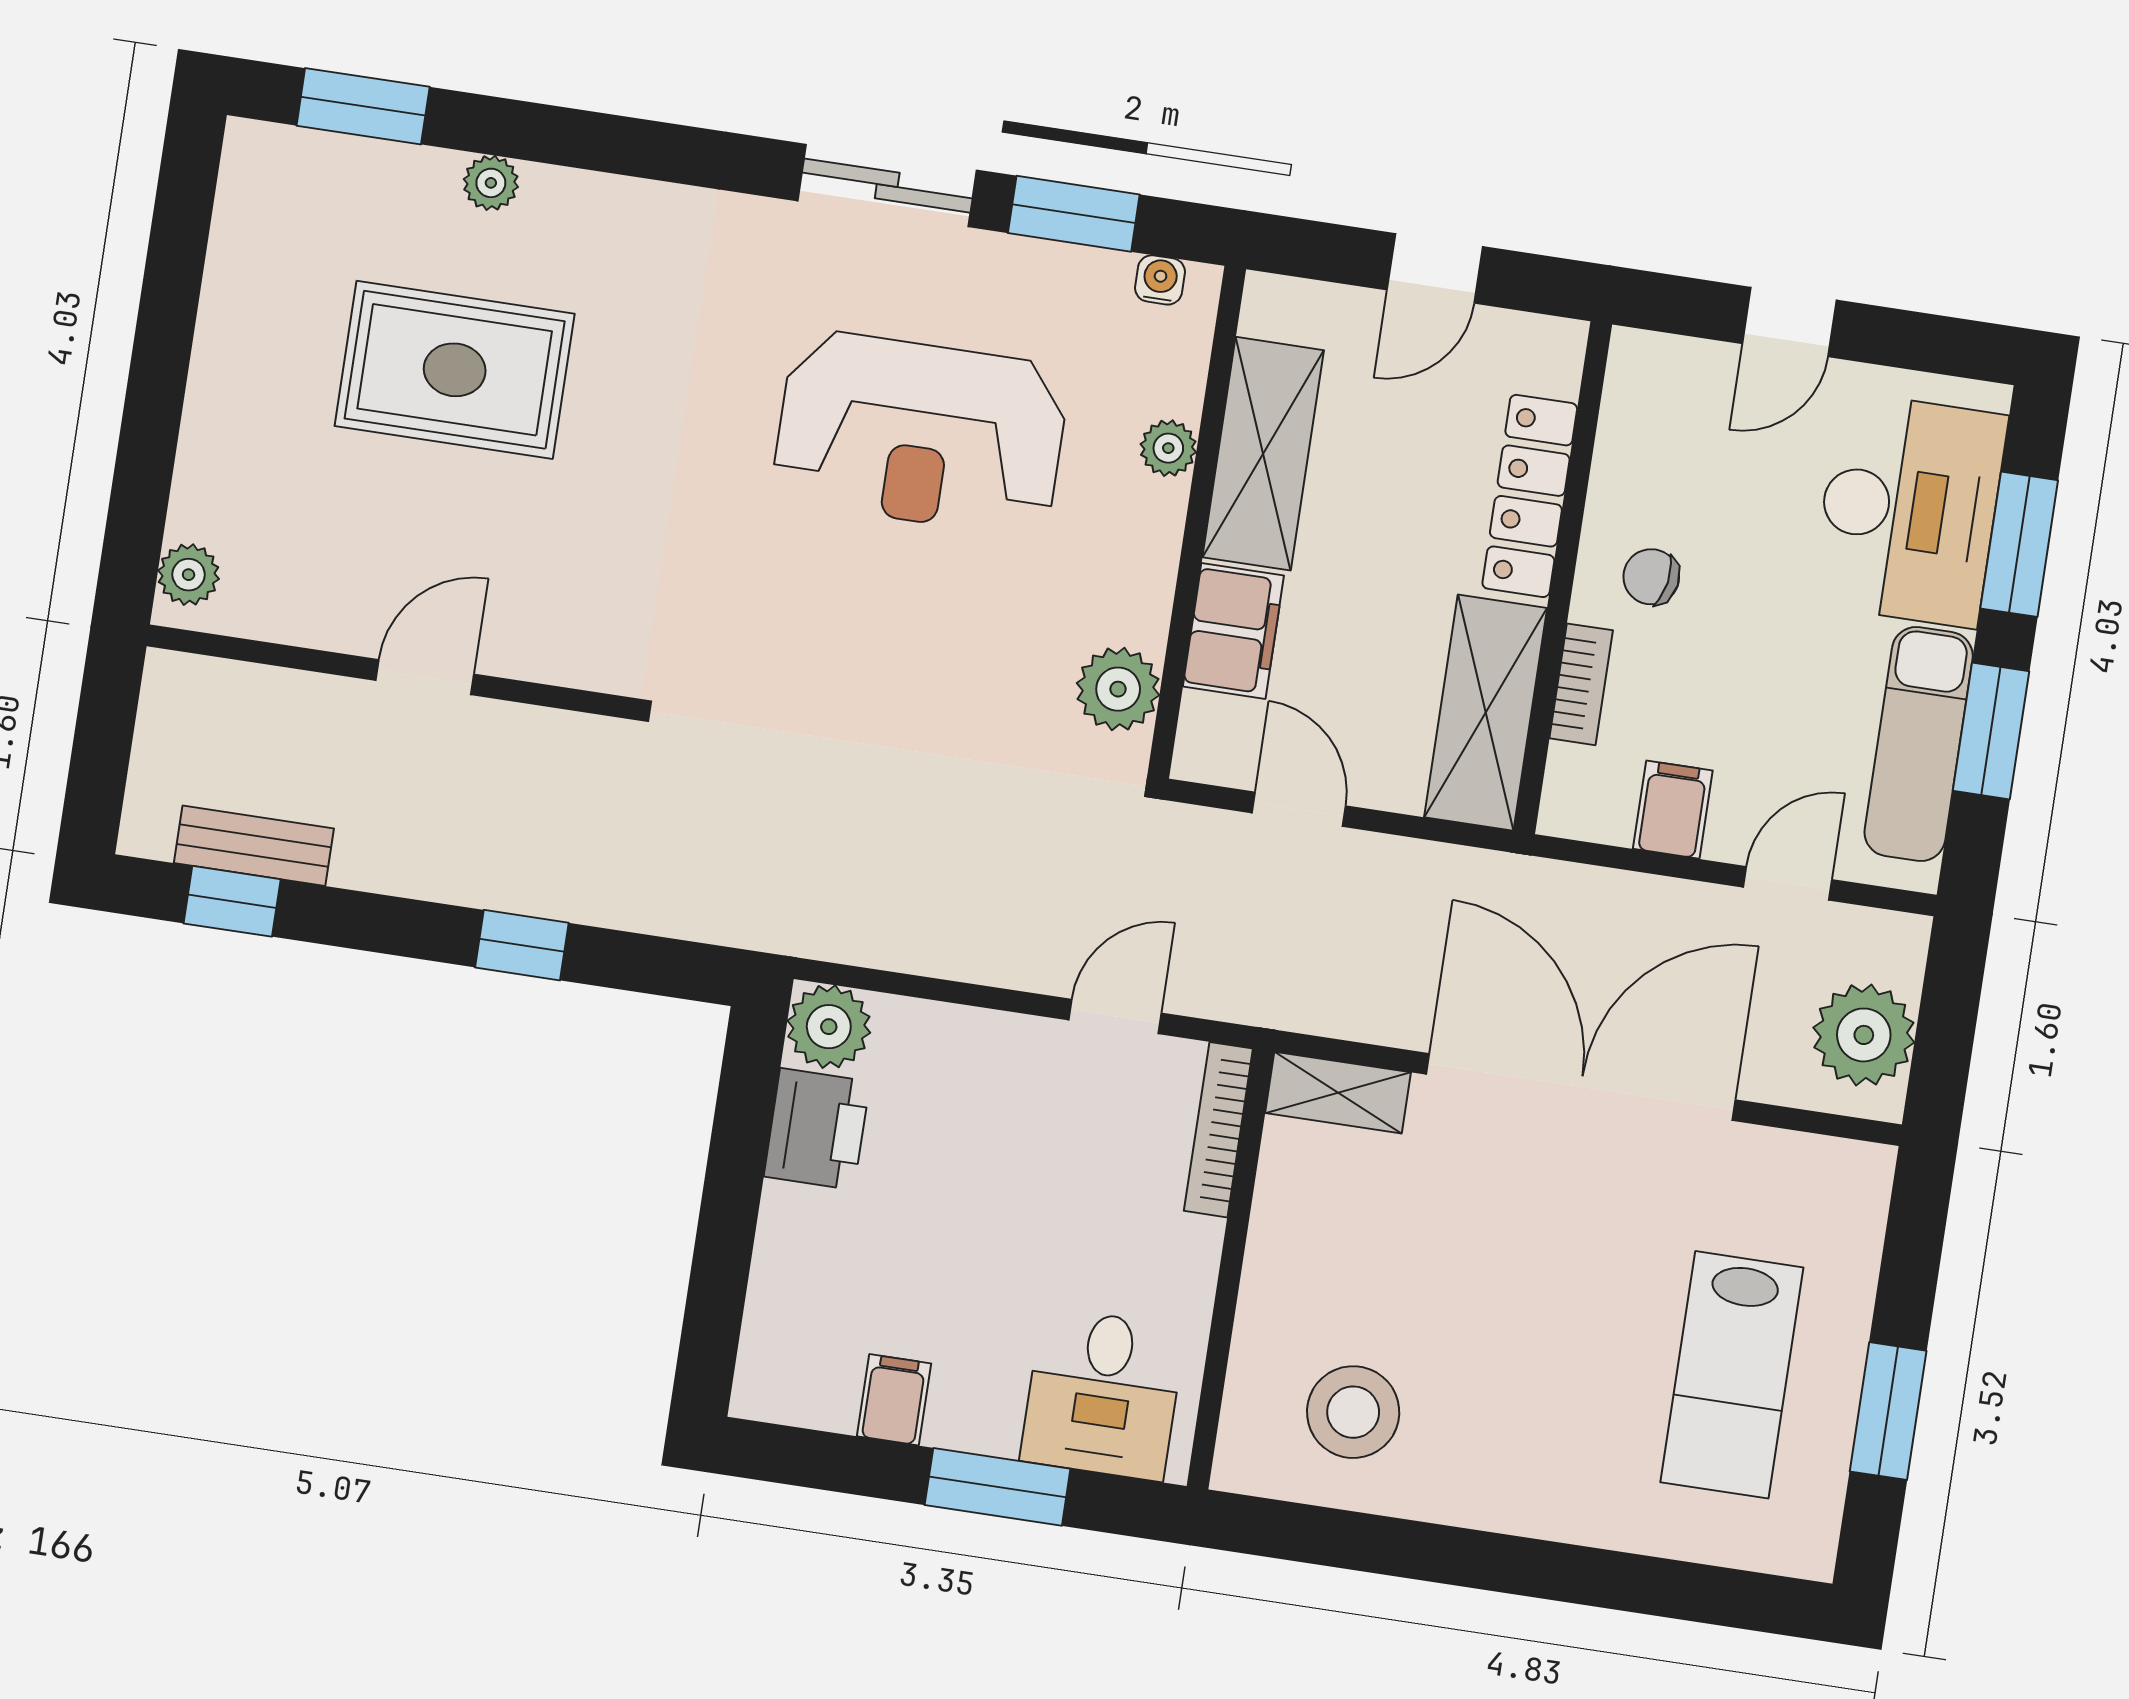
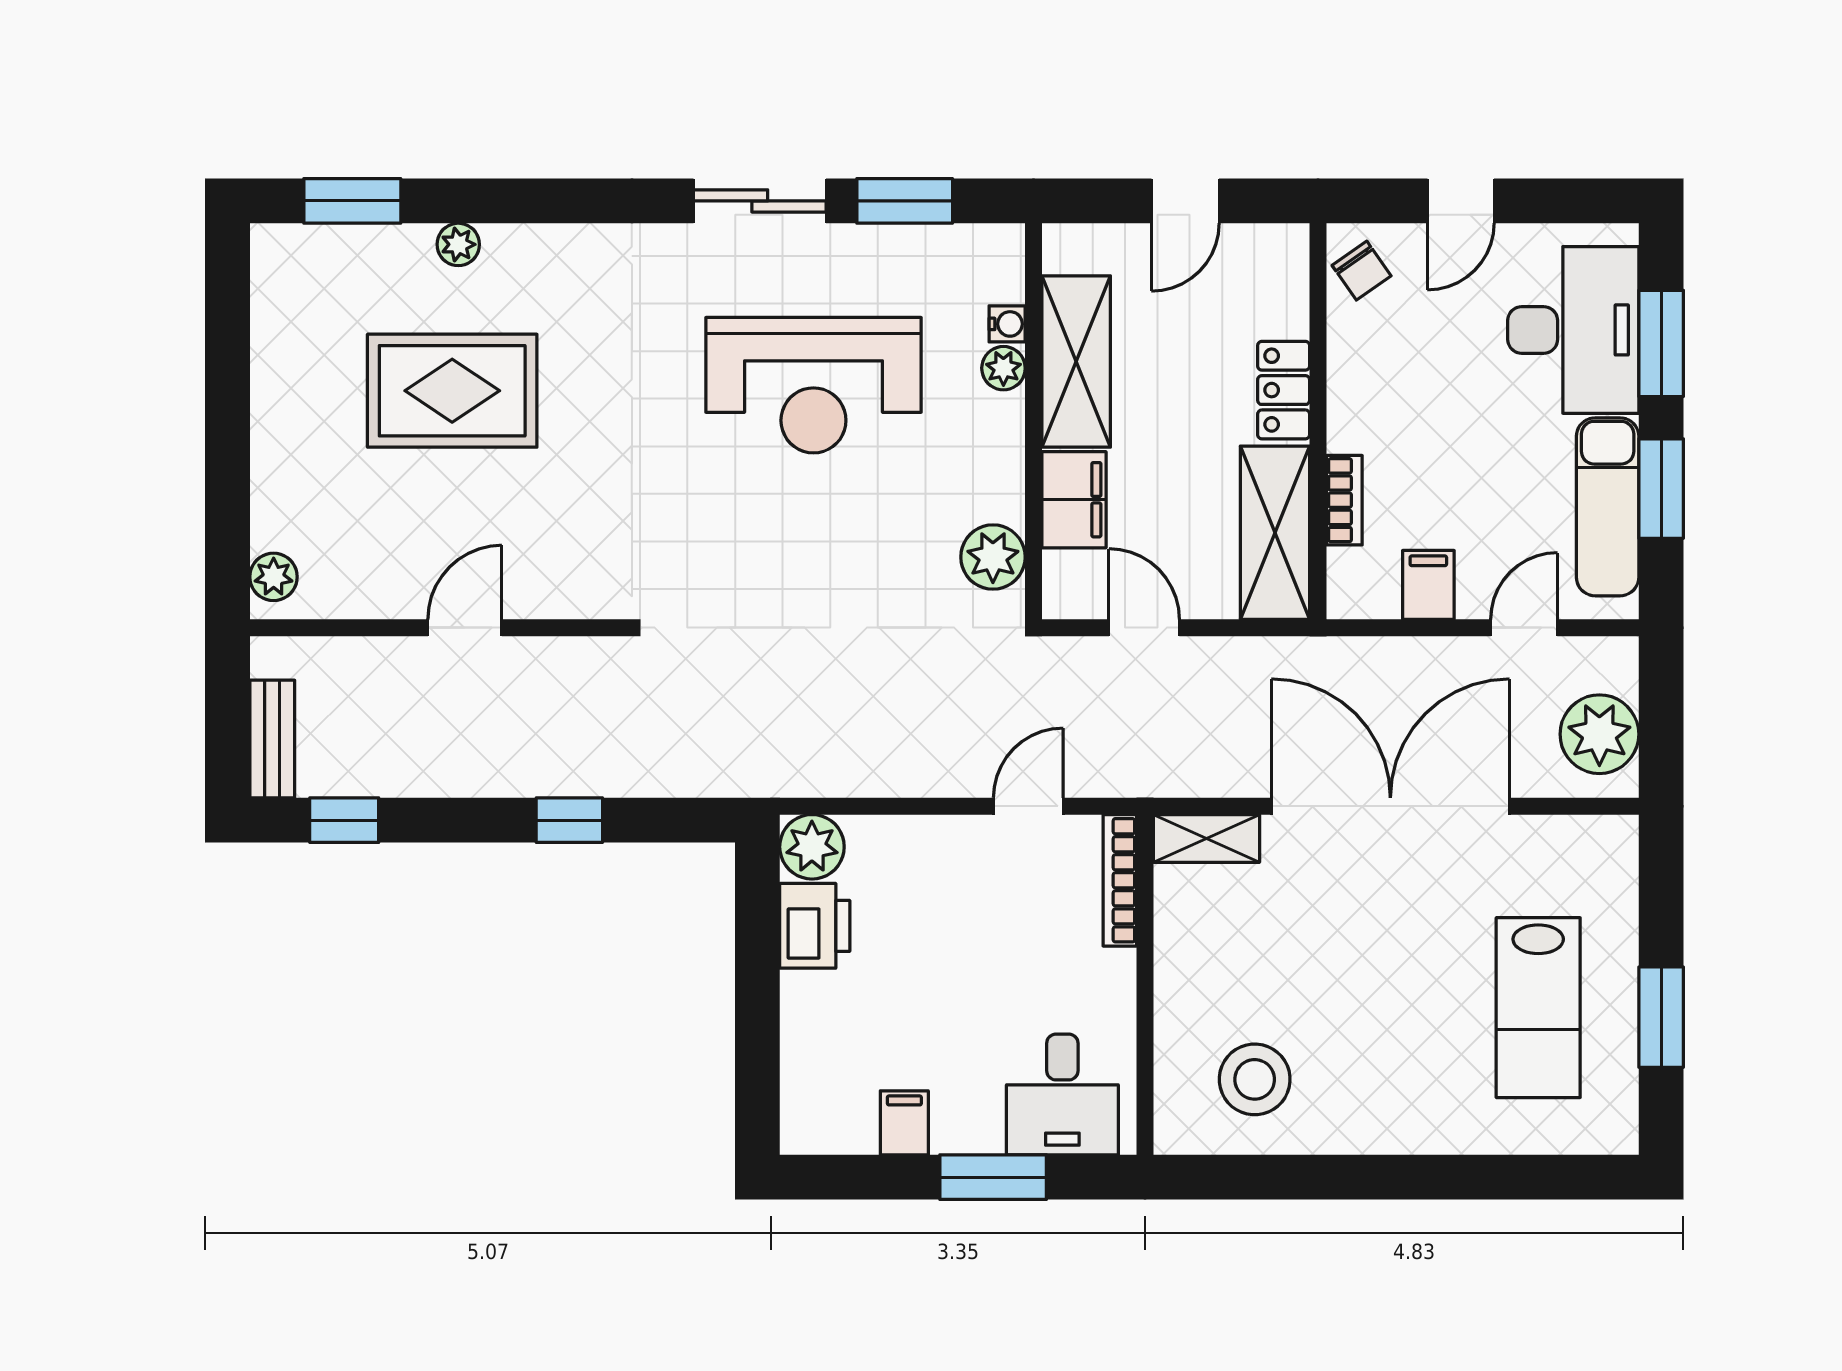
water cooler: (1160, 280) -> (1007, 324), moved, turned 90
locker: (1530, 496) -> (1284, 390), width x0.66
chair: (1651, 577) -> (1362, 271), moved, turned -135
bench: (254, 846) -> (272, 739), moved, turned 90

